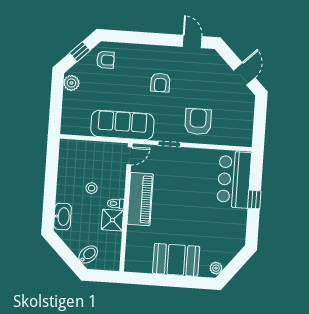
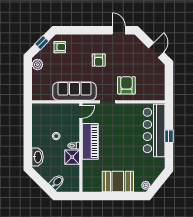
bar counter: (234, 180) -> (154, 130), width x1.36

